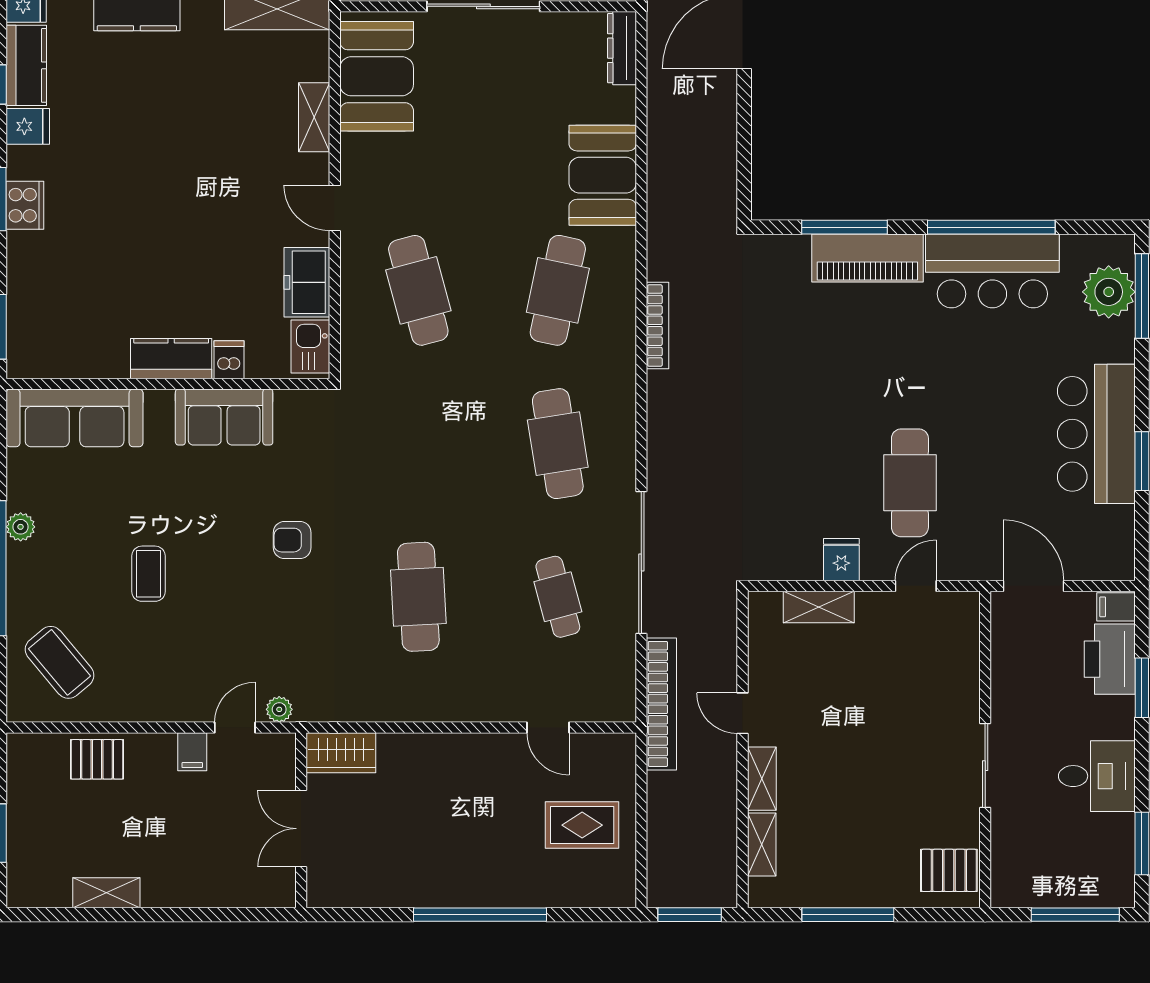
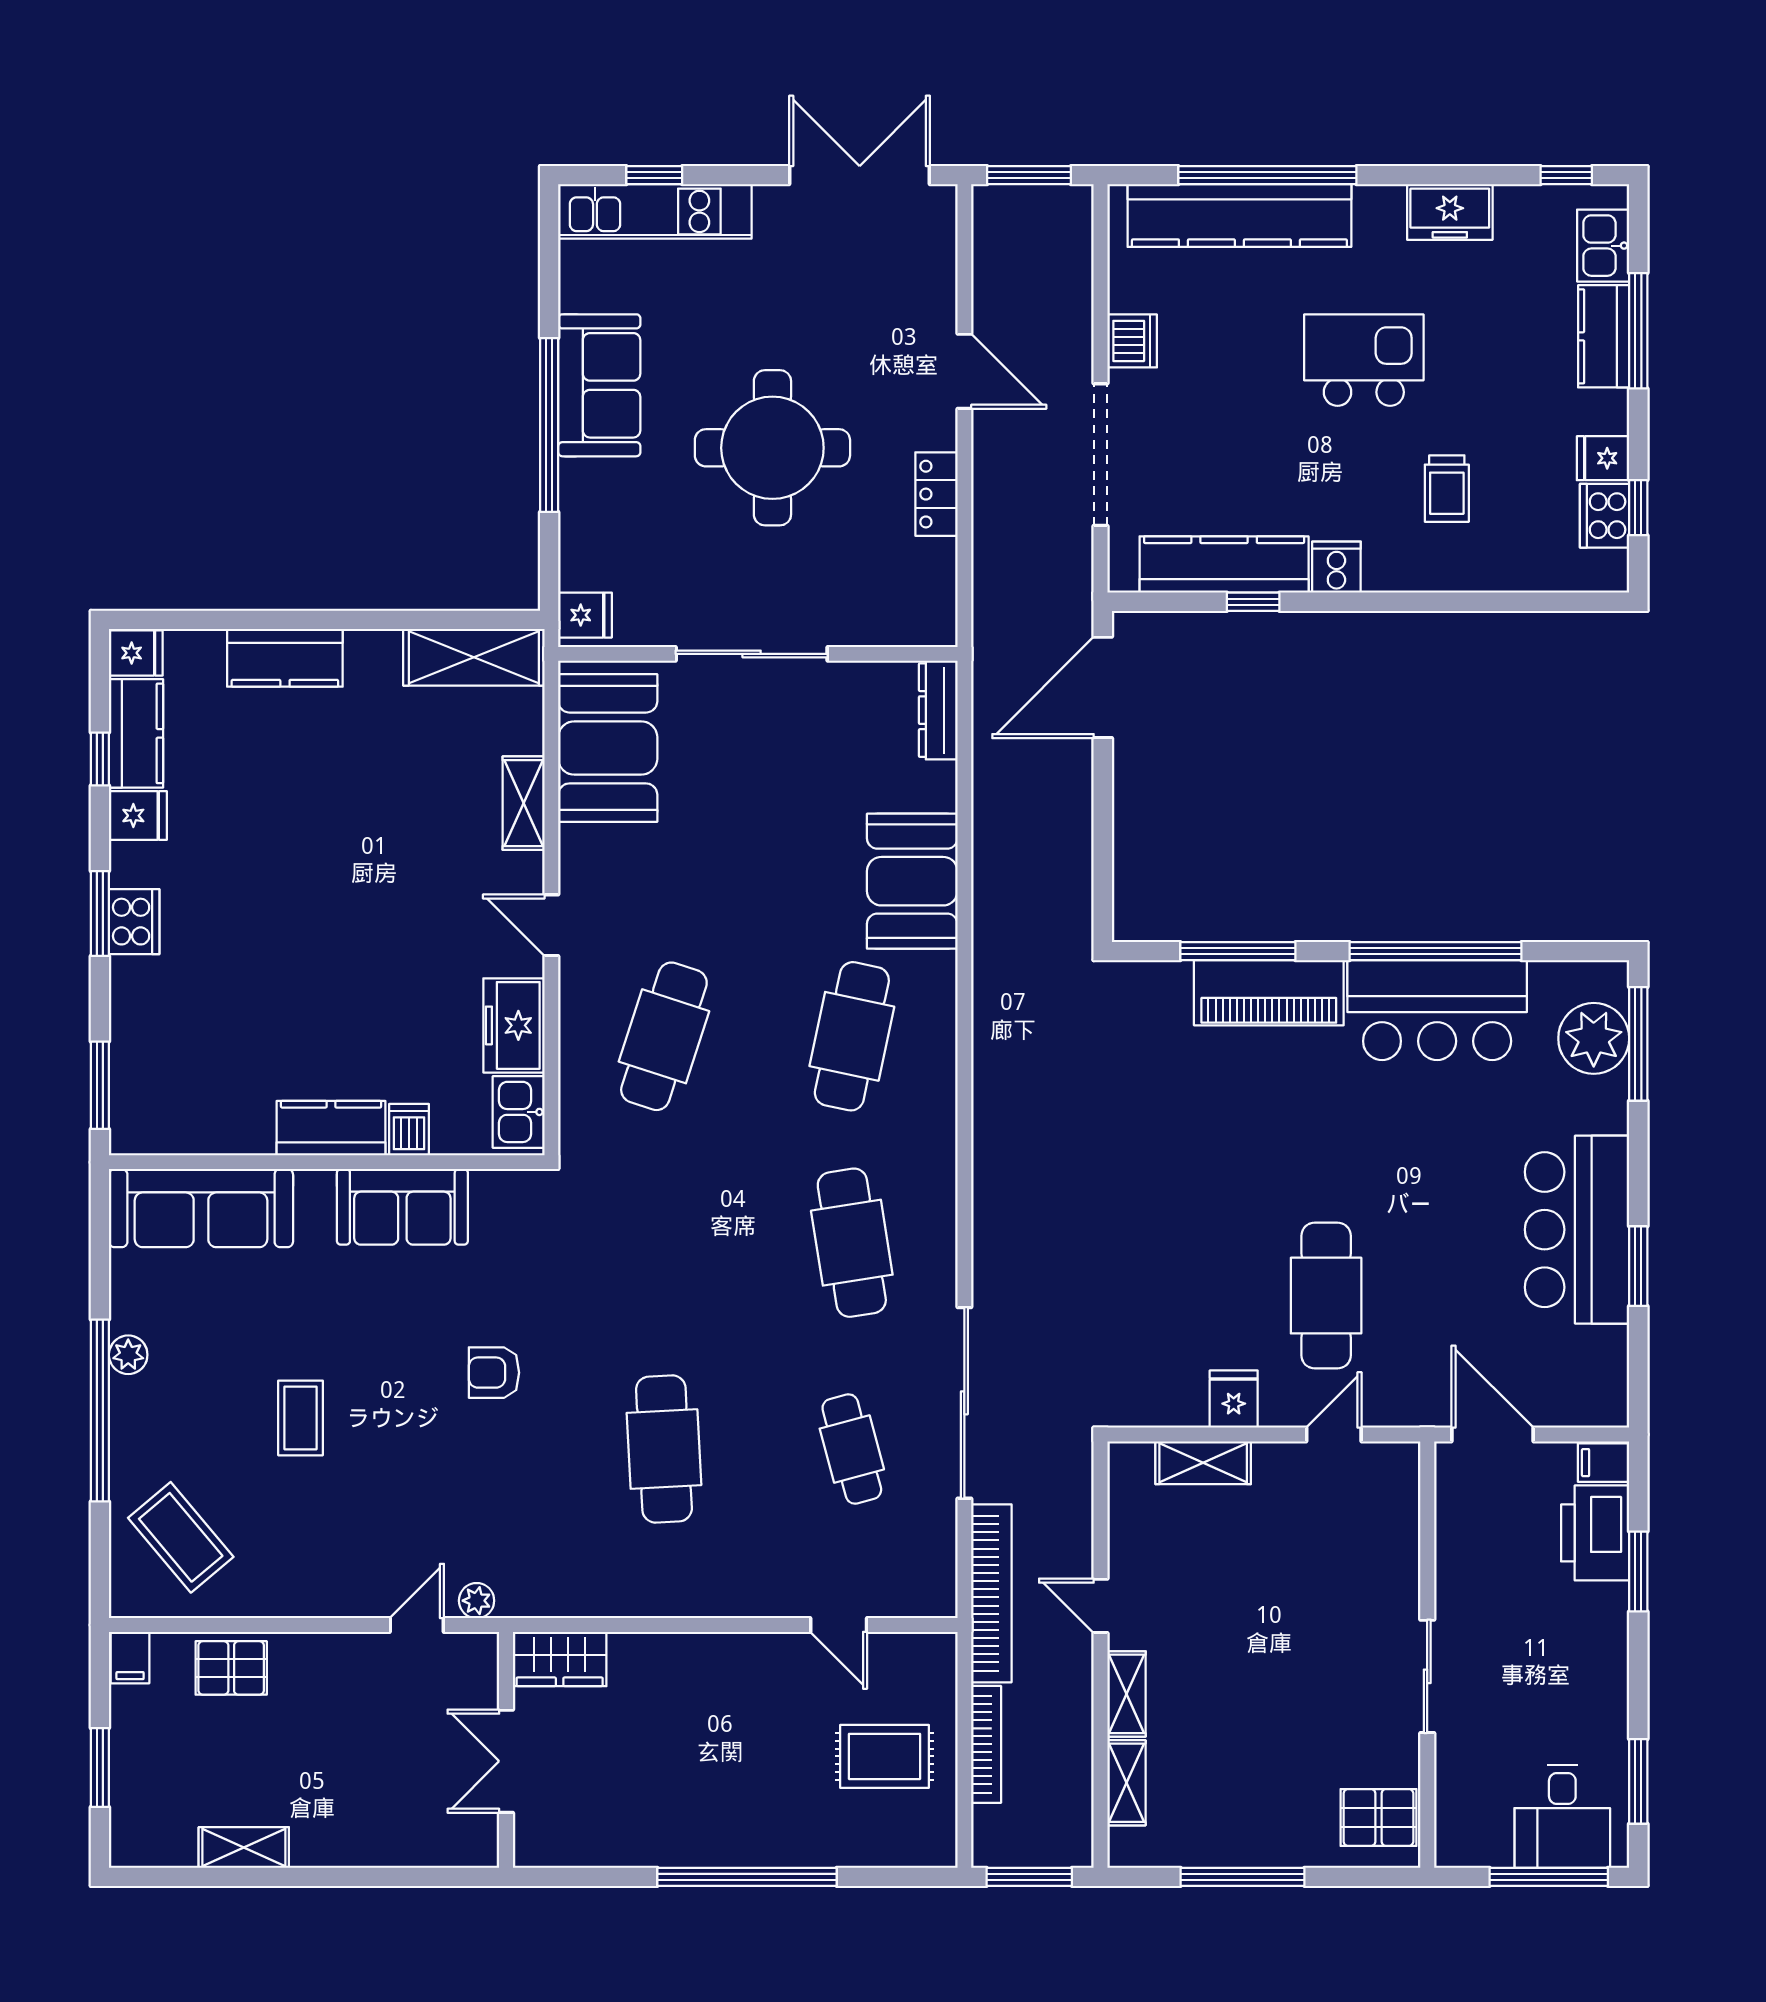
cafe table: (418, 290) -> (664, 1036), turned 33
bookcase: (658, 326) -> (986, 1744), moved
filing cabinet: (192, 752) -> (130, 1658), moved
desk: (1097, 776) -> (1562, 1816), moved, turned 90

